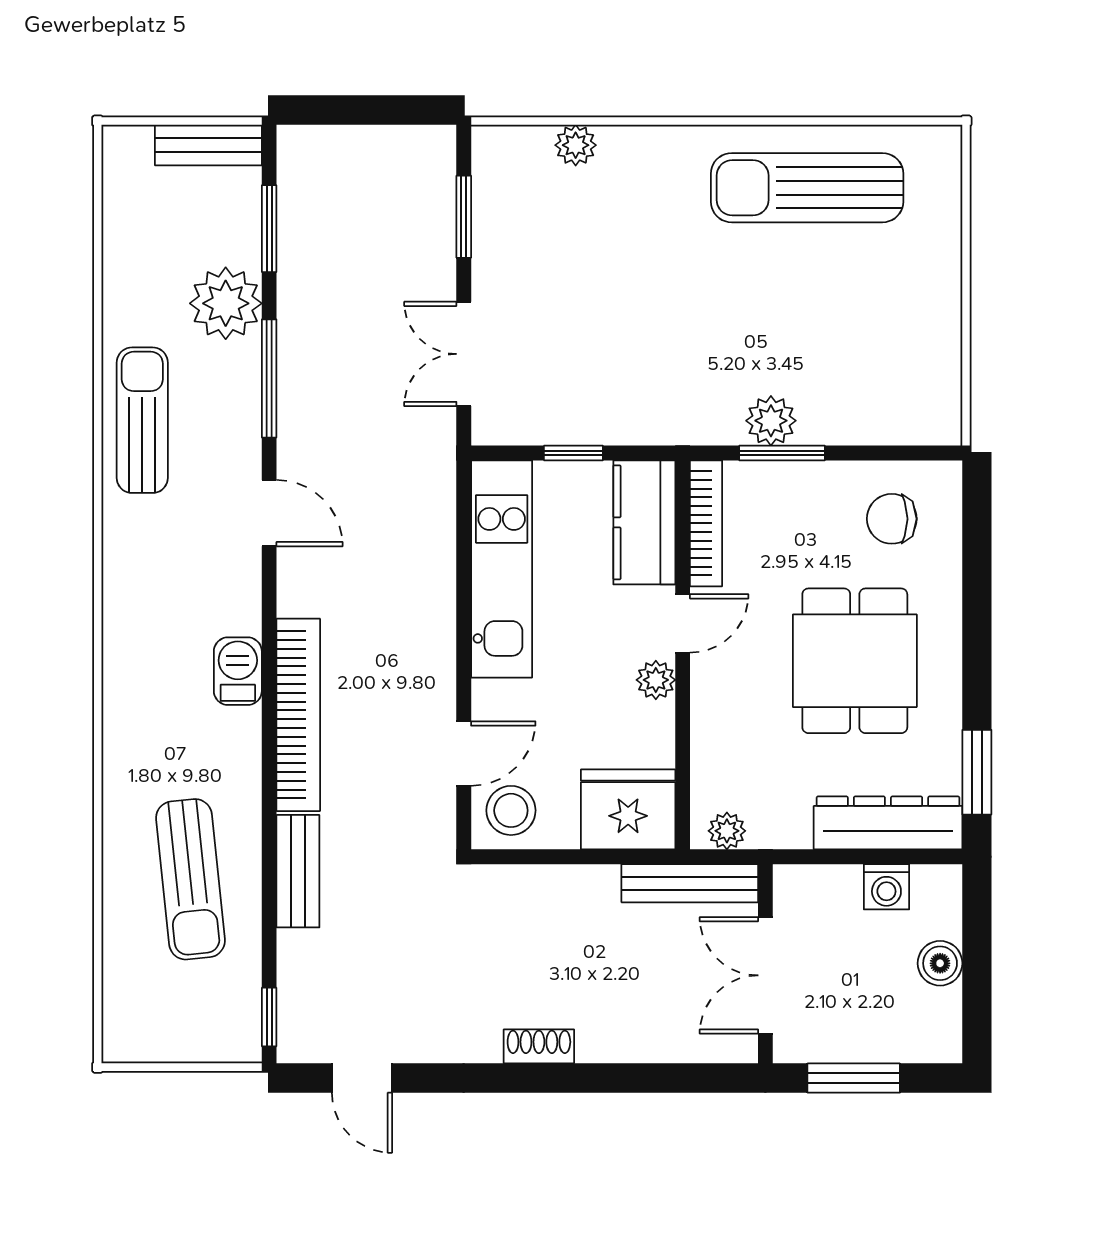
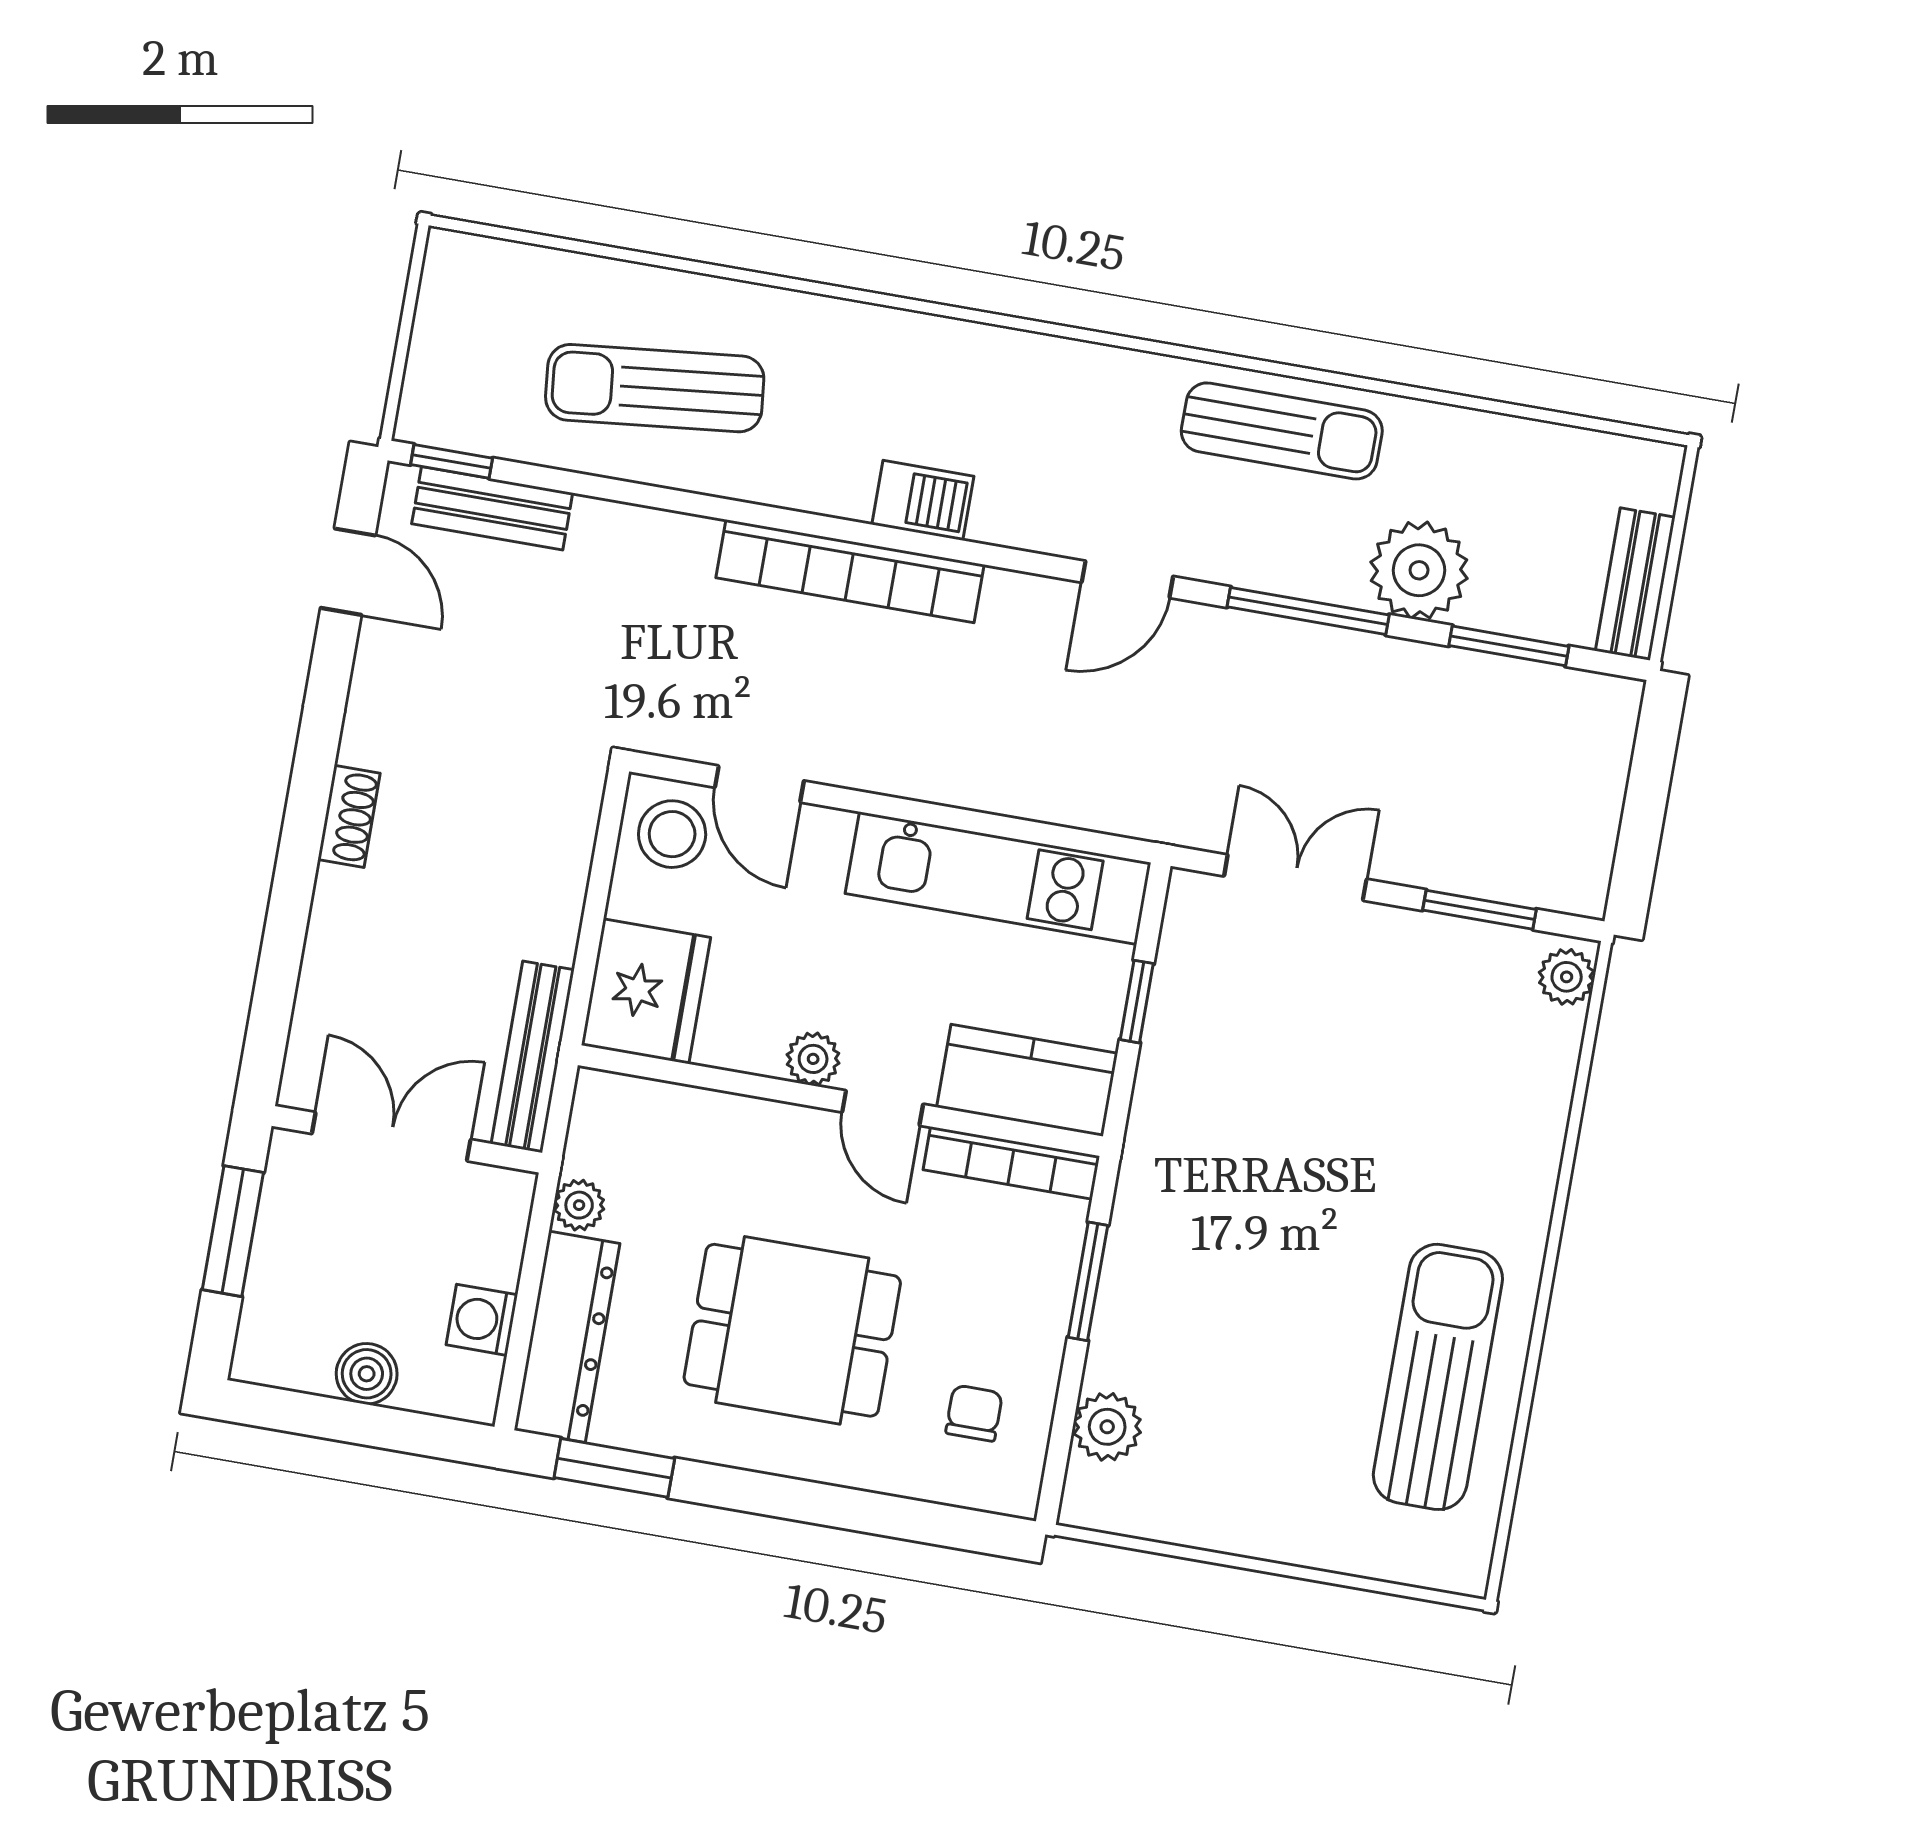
plant: (576, 145) -> (1567, 977), moved
plant: (771, 421) -> (1107, 1427), moved
chair: (892, 519) -> (974, 1413), width x0.73, depth x0.73
plant: (727, 831) -> (579, 1205), moved
bench: (298, 871) -> (492, 508), moved
door: (362, 1078) -> (348, 572), swing flipped

